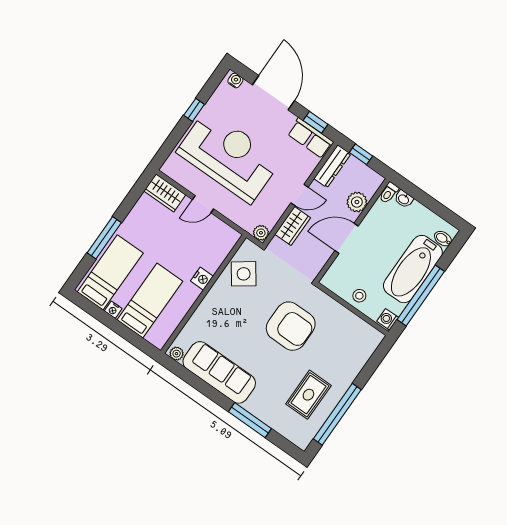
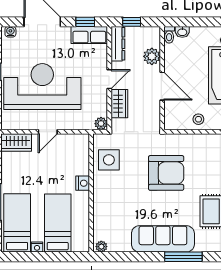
door: (347, 238) -> (162, 86), swing flipped
side table: (244, 274) -> (109, 160), turned 36
sofa: (219, 372) -> (163, 239), moved

